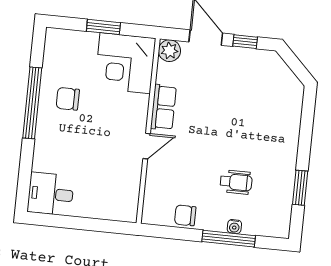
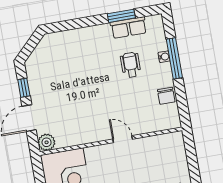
row of seats: (163, 107) -> (129, 28), moved, turned 180

